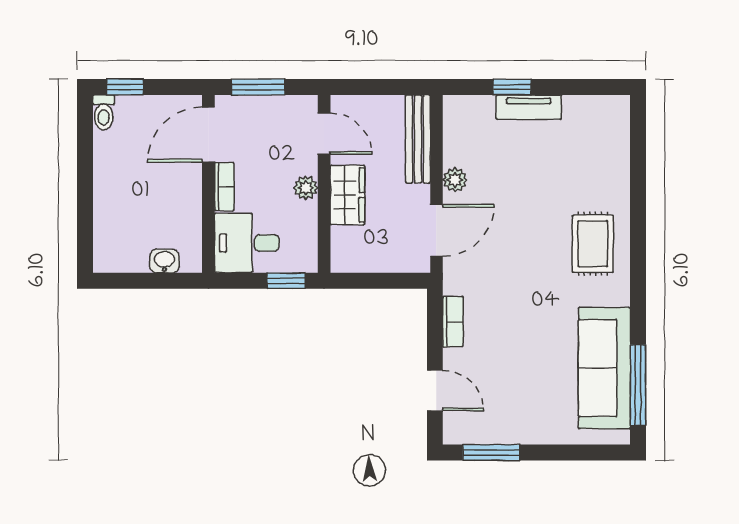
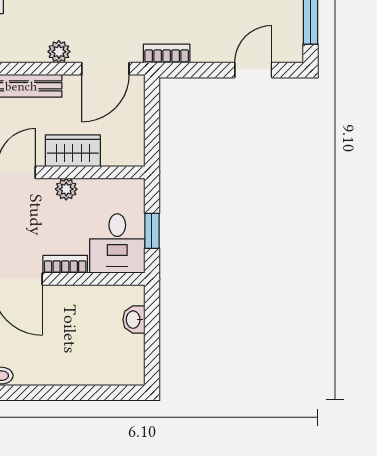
door: (436, 230) -> (105, 69), swing flipped
window: (286, 281) -> (152, 231), moved
bookcase: (453, 322) -> (167, 54), moved

